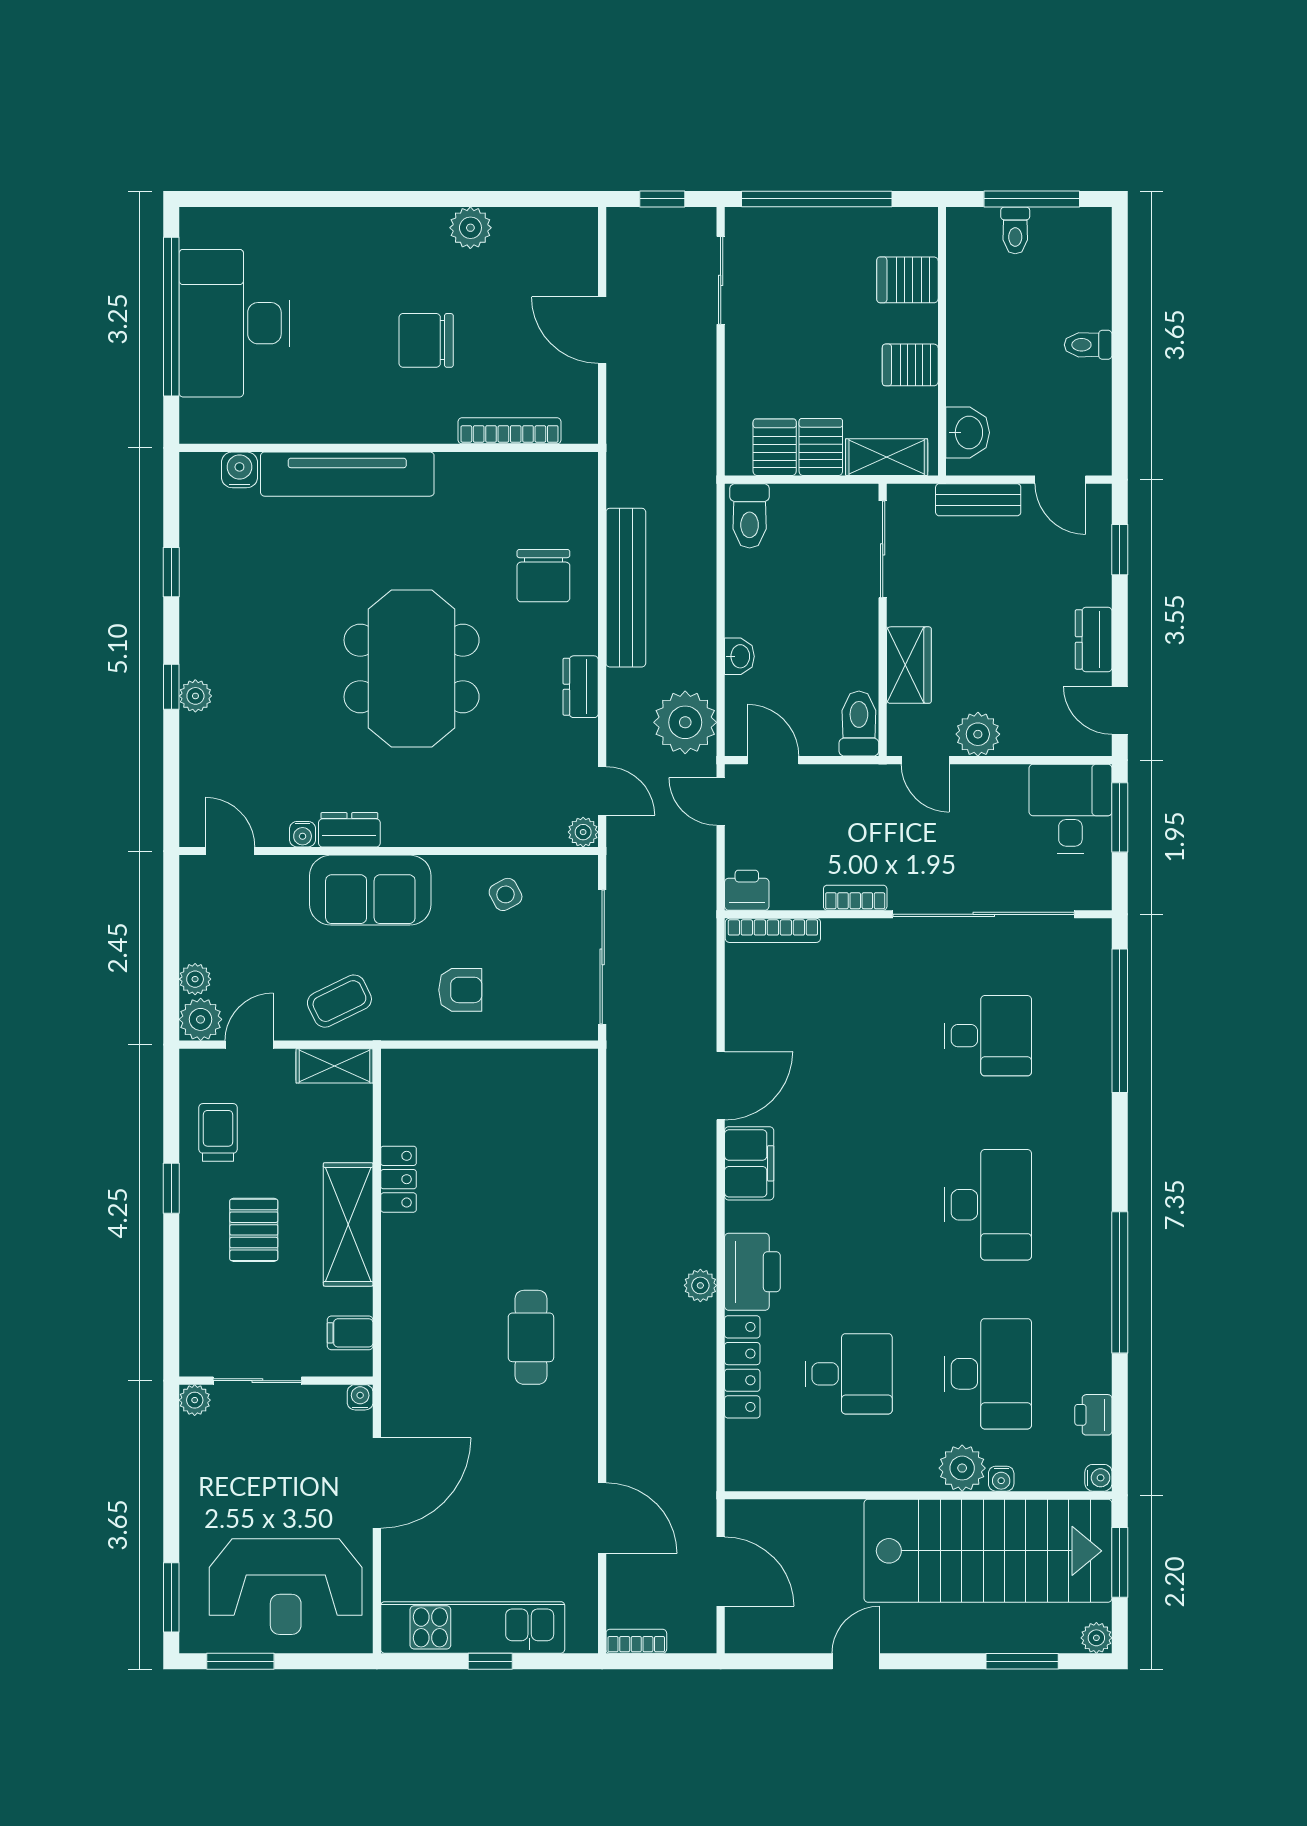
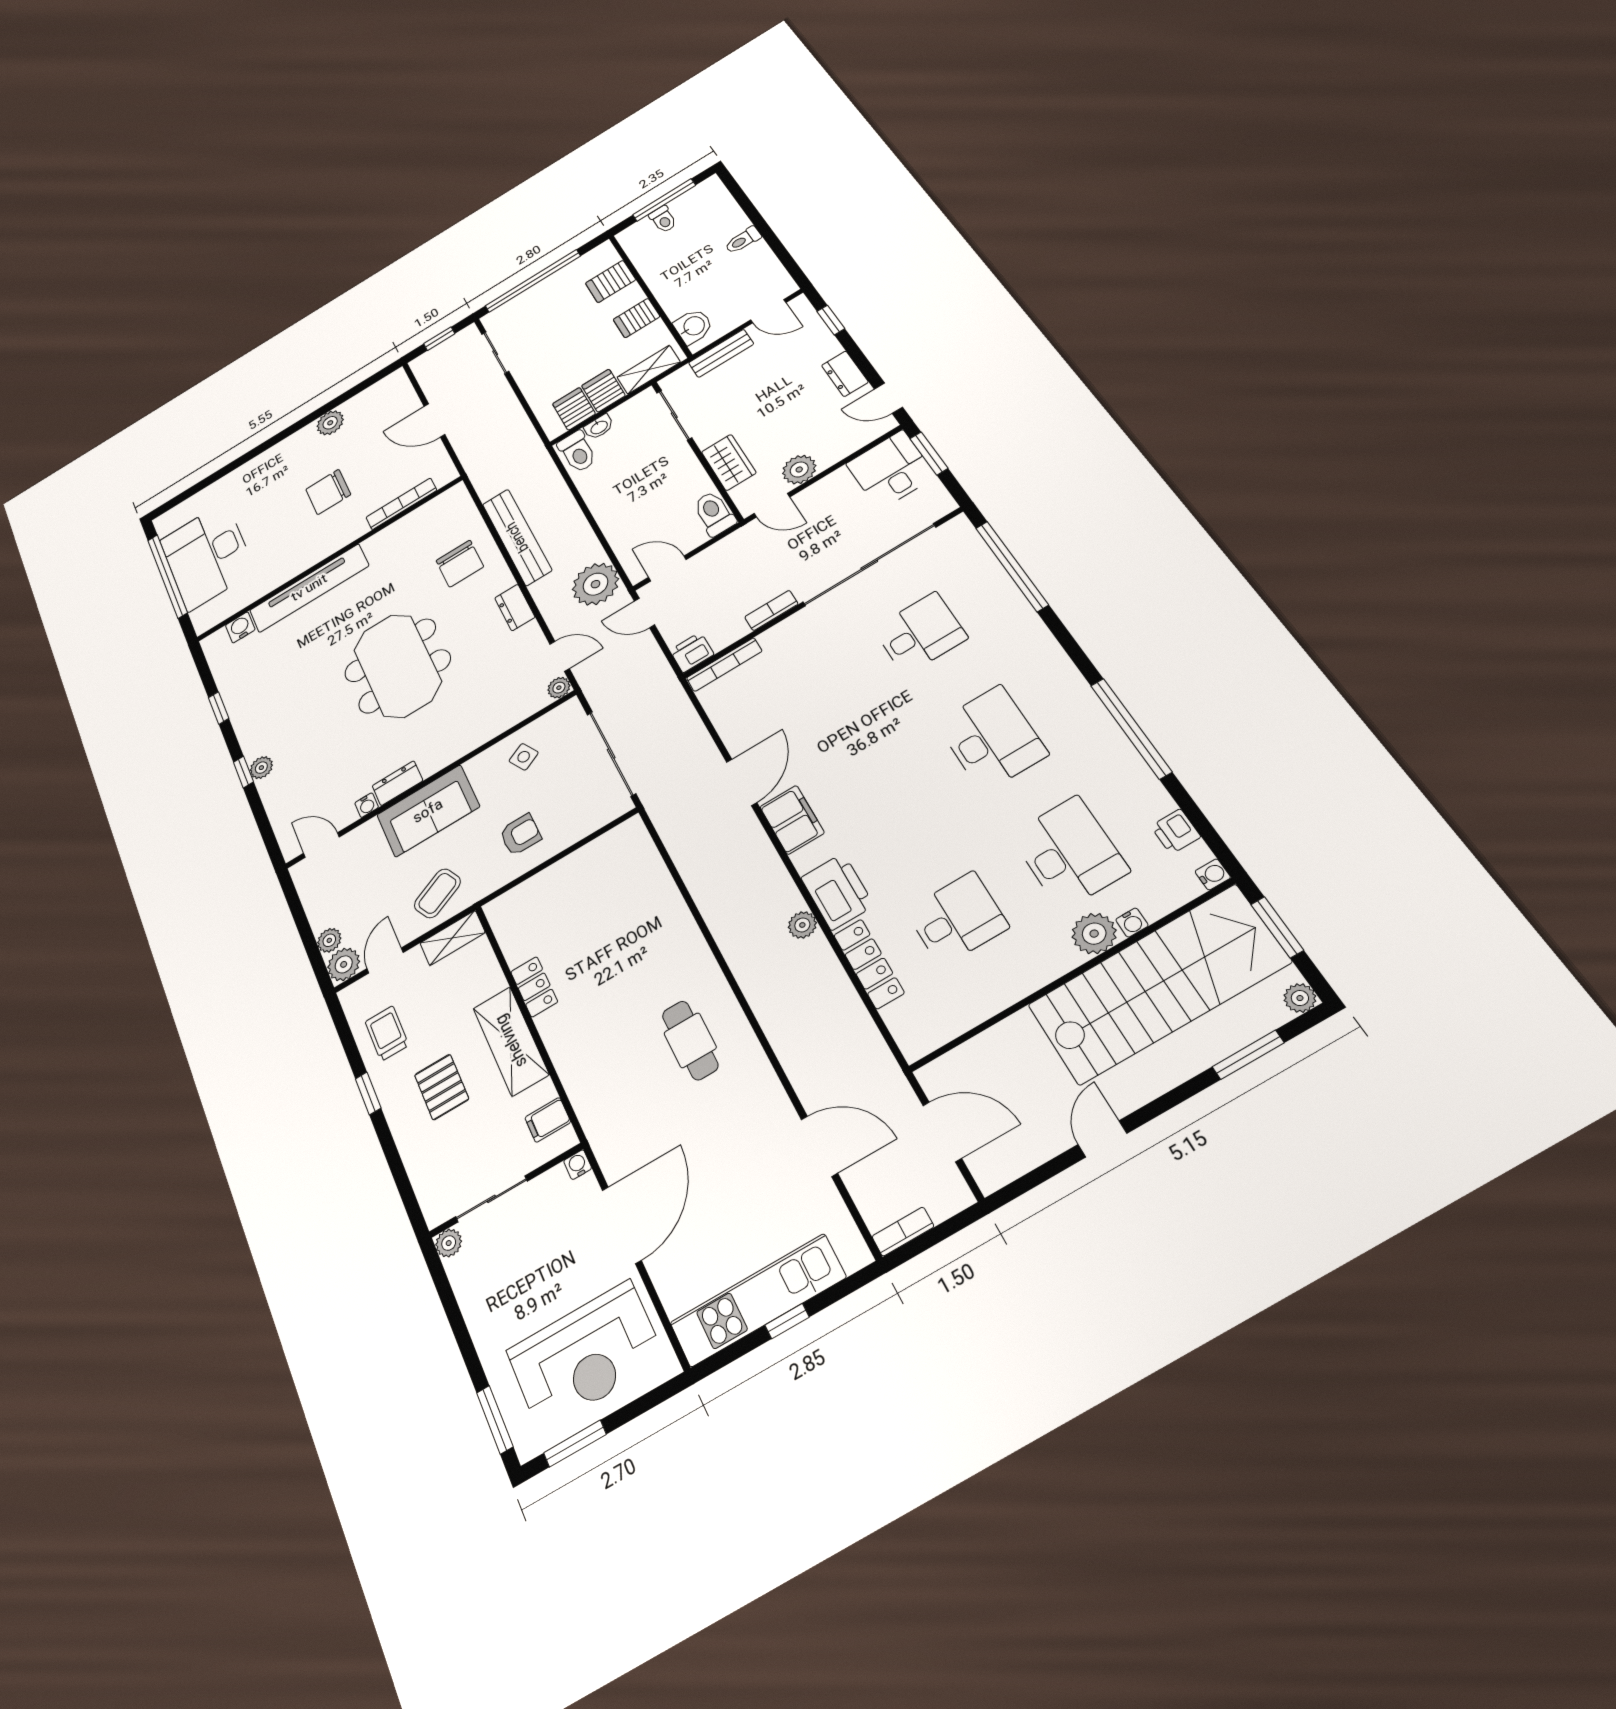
washbasin: (739, 656) -> (599, 427), moved, turned 90

